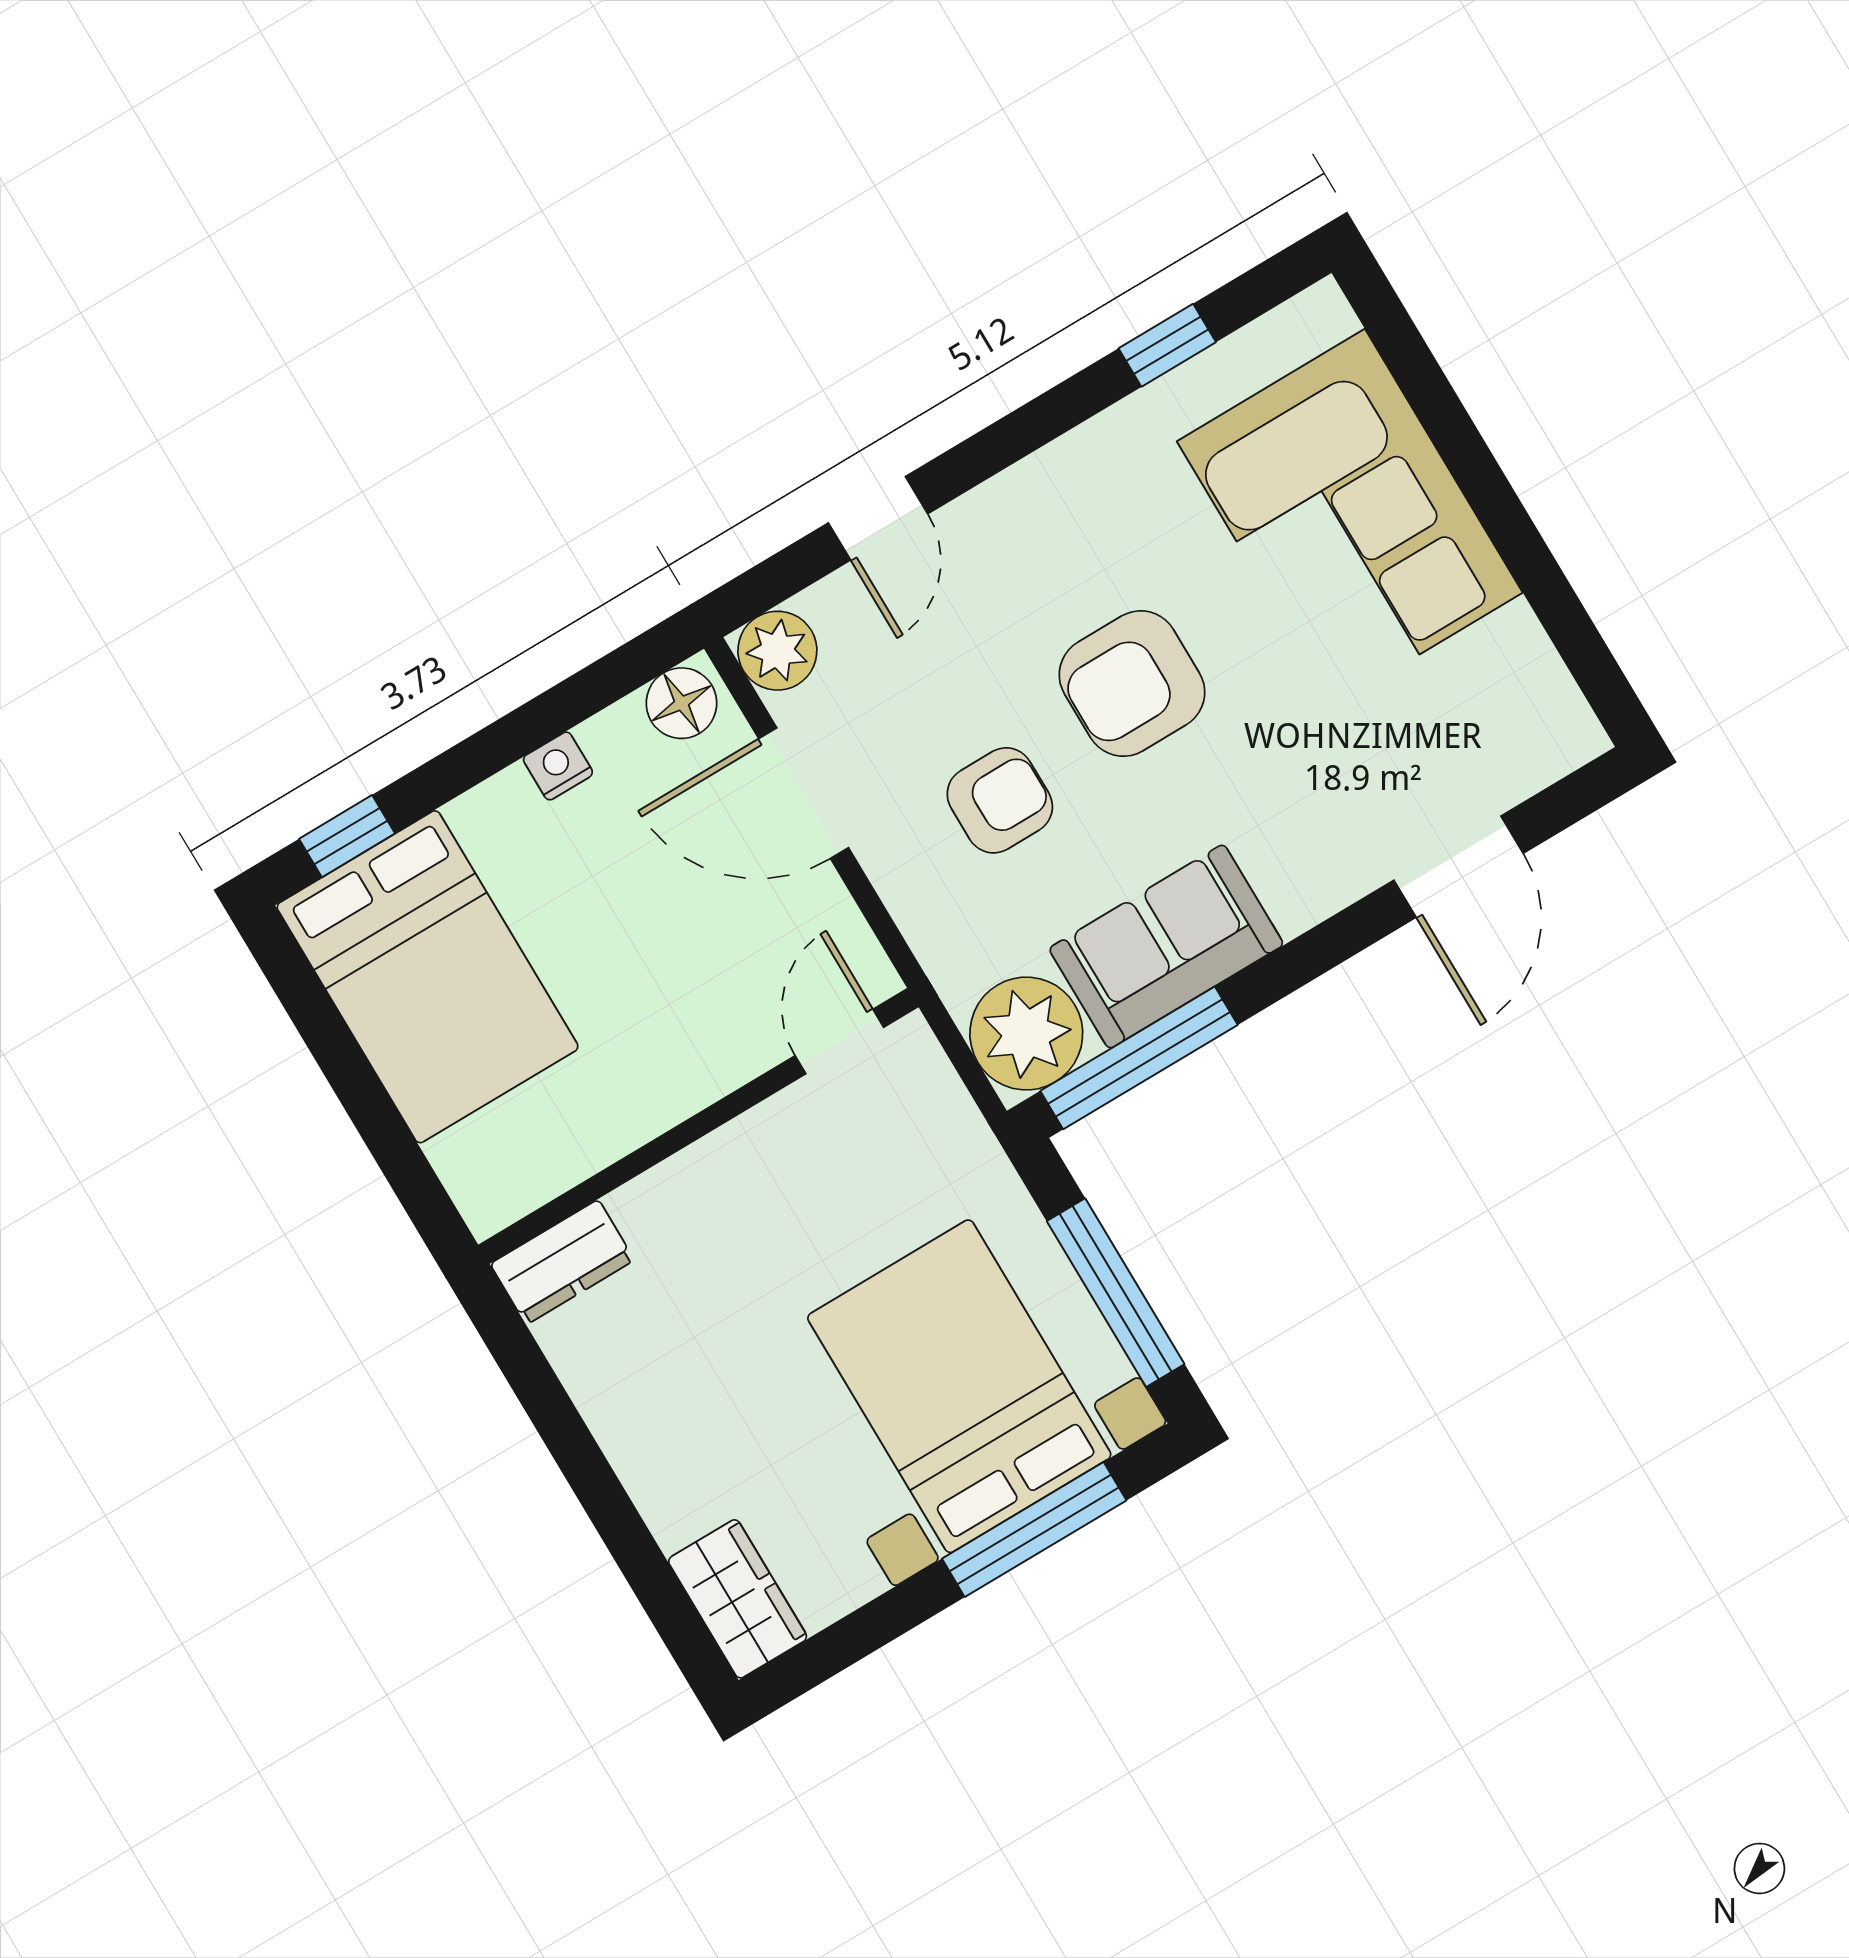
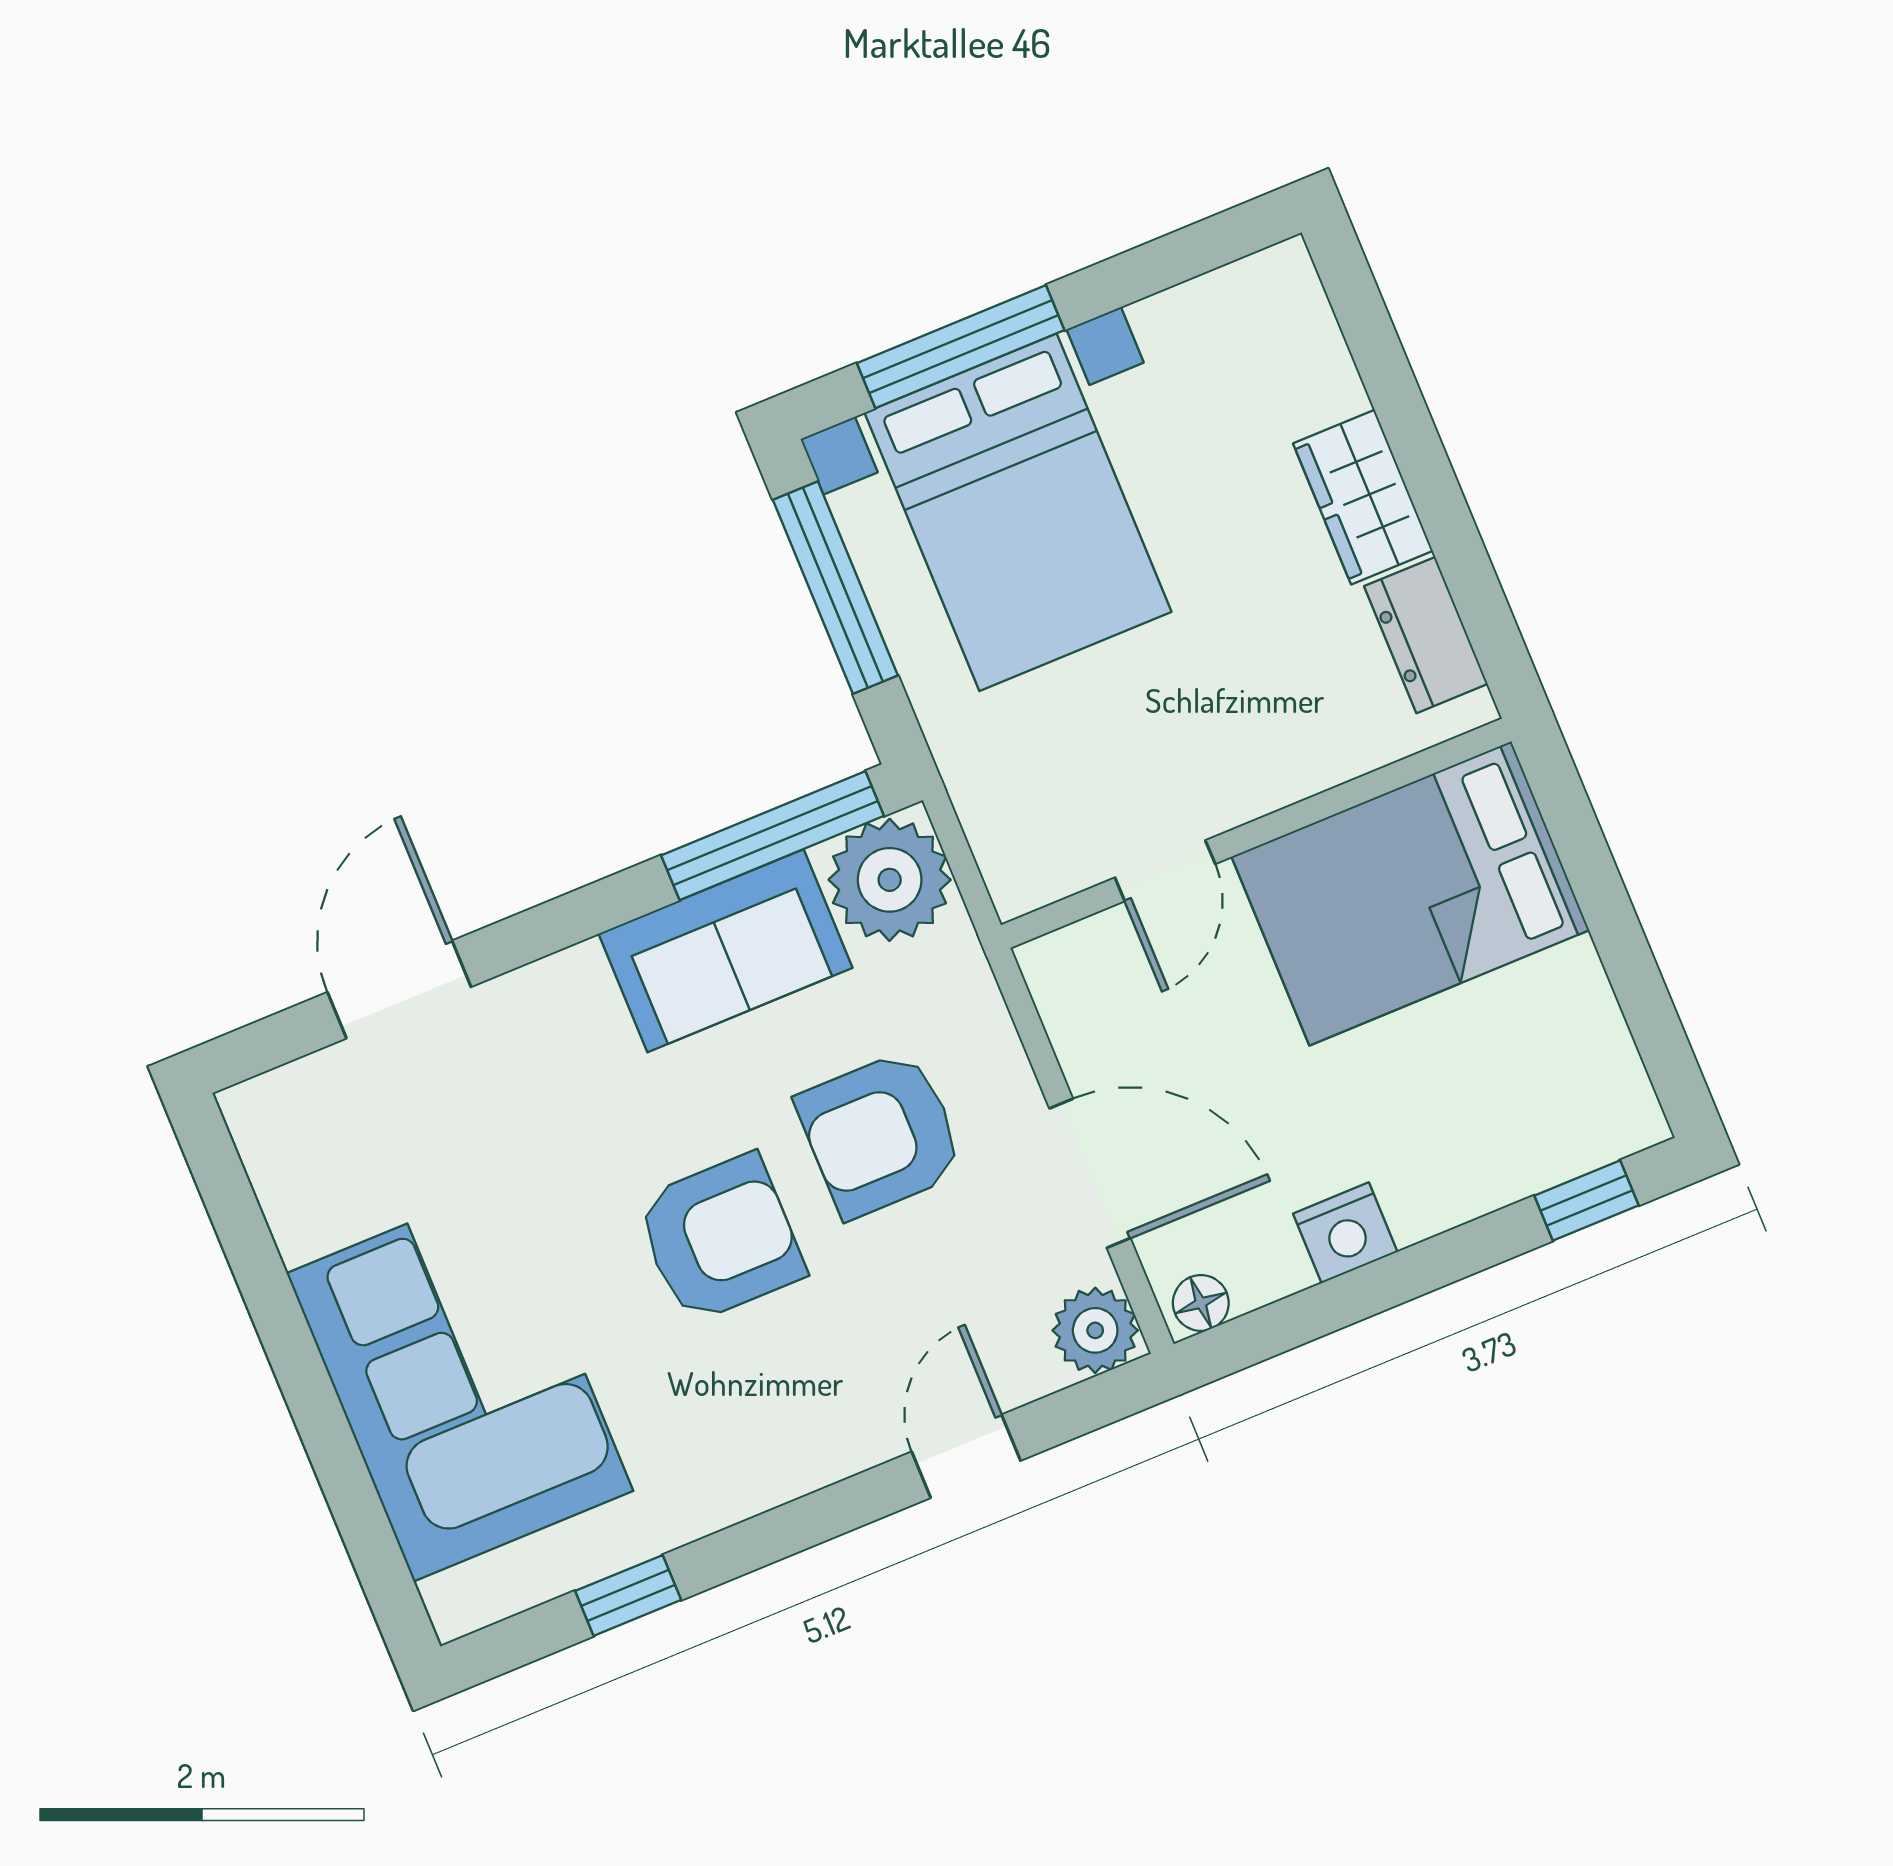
floor lamp: (681, 703) -> (1201, 1303), width x0.73, depth x0.73
nightstand: (558, 766) -> (1345, 1233), width x1.39, depth x1.35
armchair: (1000, 800) -> (881, 1134), width x1.38, depth x1.38
bed: (428, 977) -> (1410, 893), moved, turned -90
door: (839, 1042) -> (1165, 871), moved
dresser: (562, 1262) -> (1426, 635), moved, turned -90
wardrobe: (738, 1599) -> (1363, 497), moved

